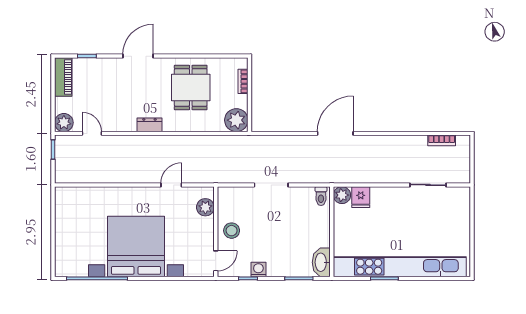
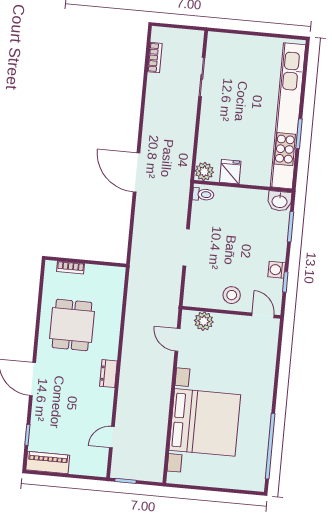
dining table: (191, 87) -> (72, 325), turned 90
plant: (236, 120) -> (112, 279), removed
plant: (64, 123) -> (97, 466), removed
door: (171, 185) -> (177, 340), moved
fridge: (361, 197) -> (230, 172), moved, turned -90
bed with nightstands: (136, 246) -> (205, 422), moved, turned 180
washbasin: (321, 262) -> (280, 201), width x0.72

